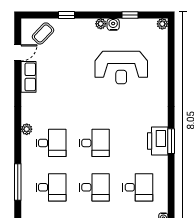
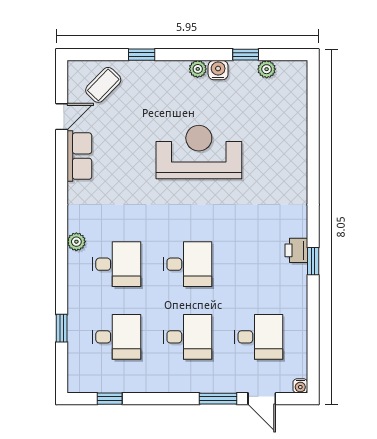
plant: (162, 24) -> (267, 69), moved
reception desk: (121, 68) -> (199, 152), moved, turned 180
printer: (158, 141) -> (296, 250), width x0.53, depth x0.68
window: (171, 141) -> (313, 261), width x0.67
window: (18, 182) -> (62, 328), width x0.46

